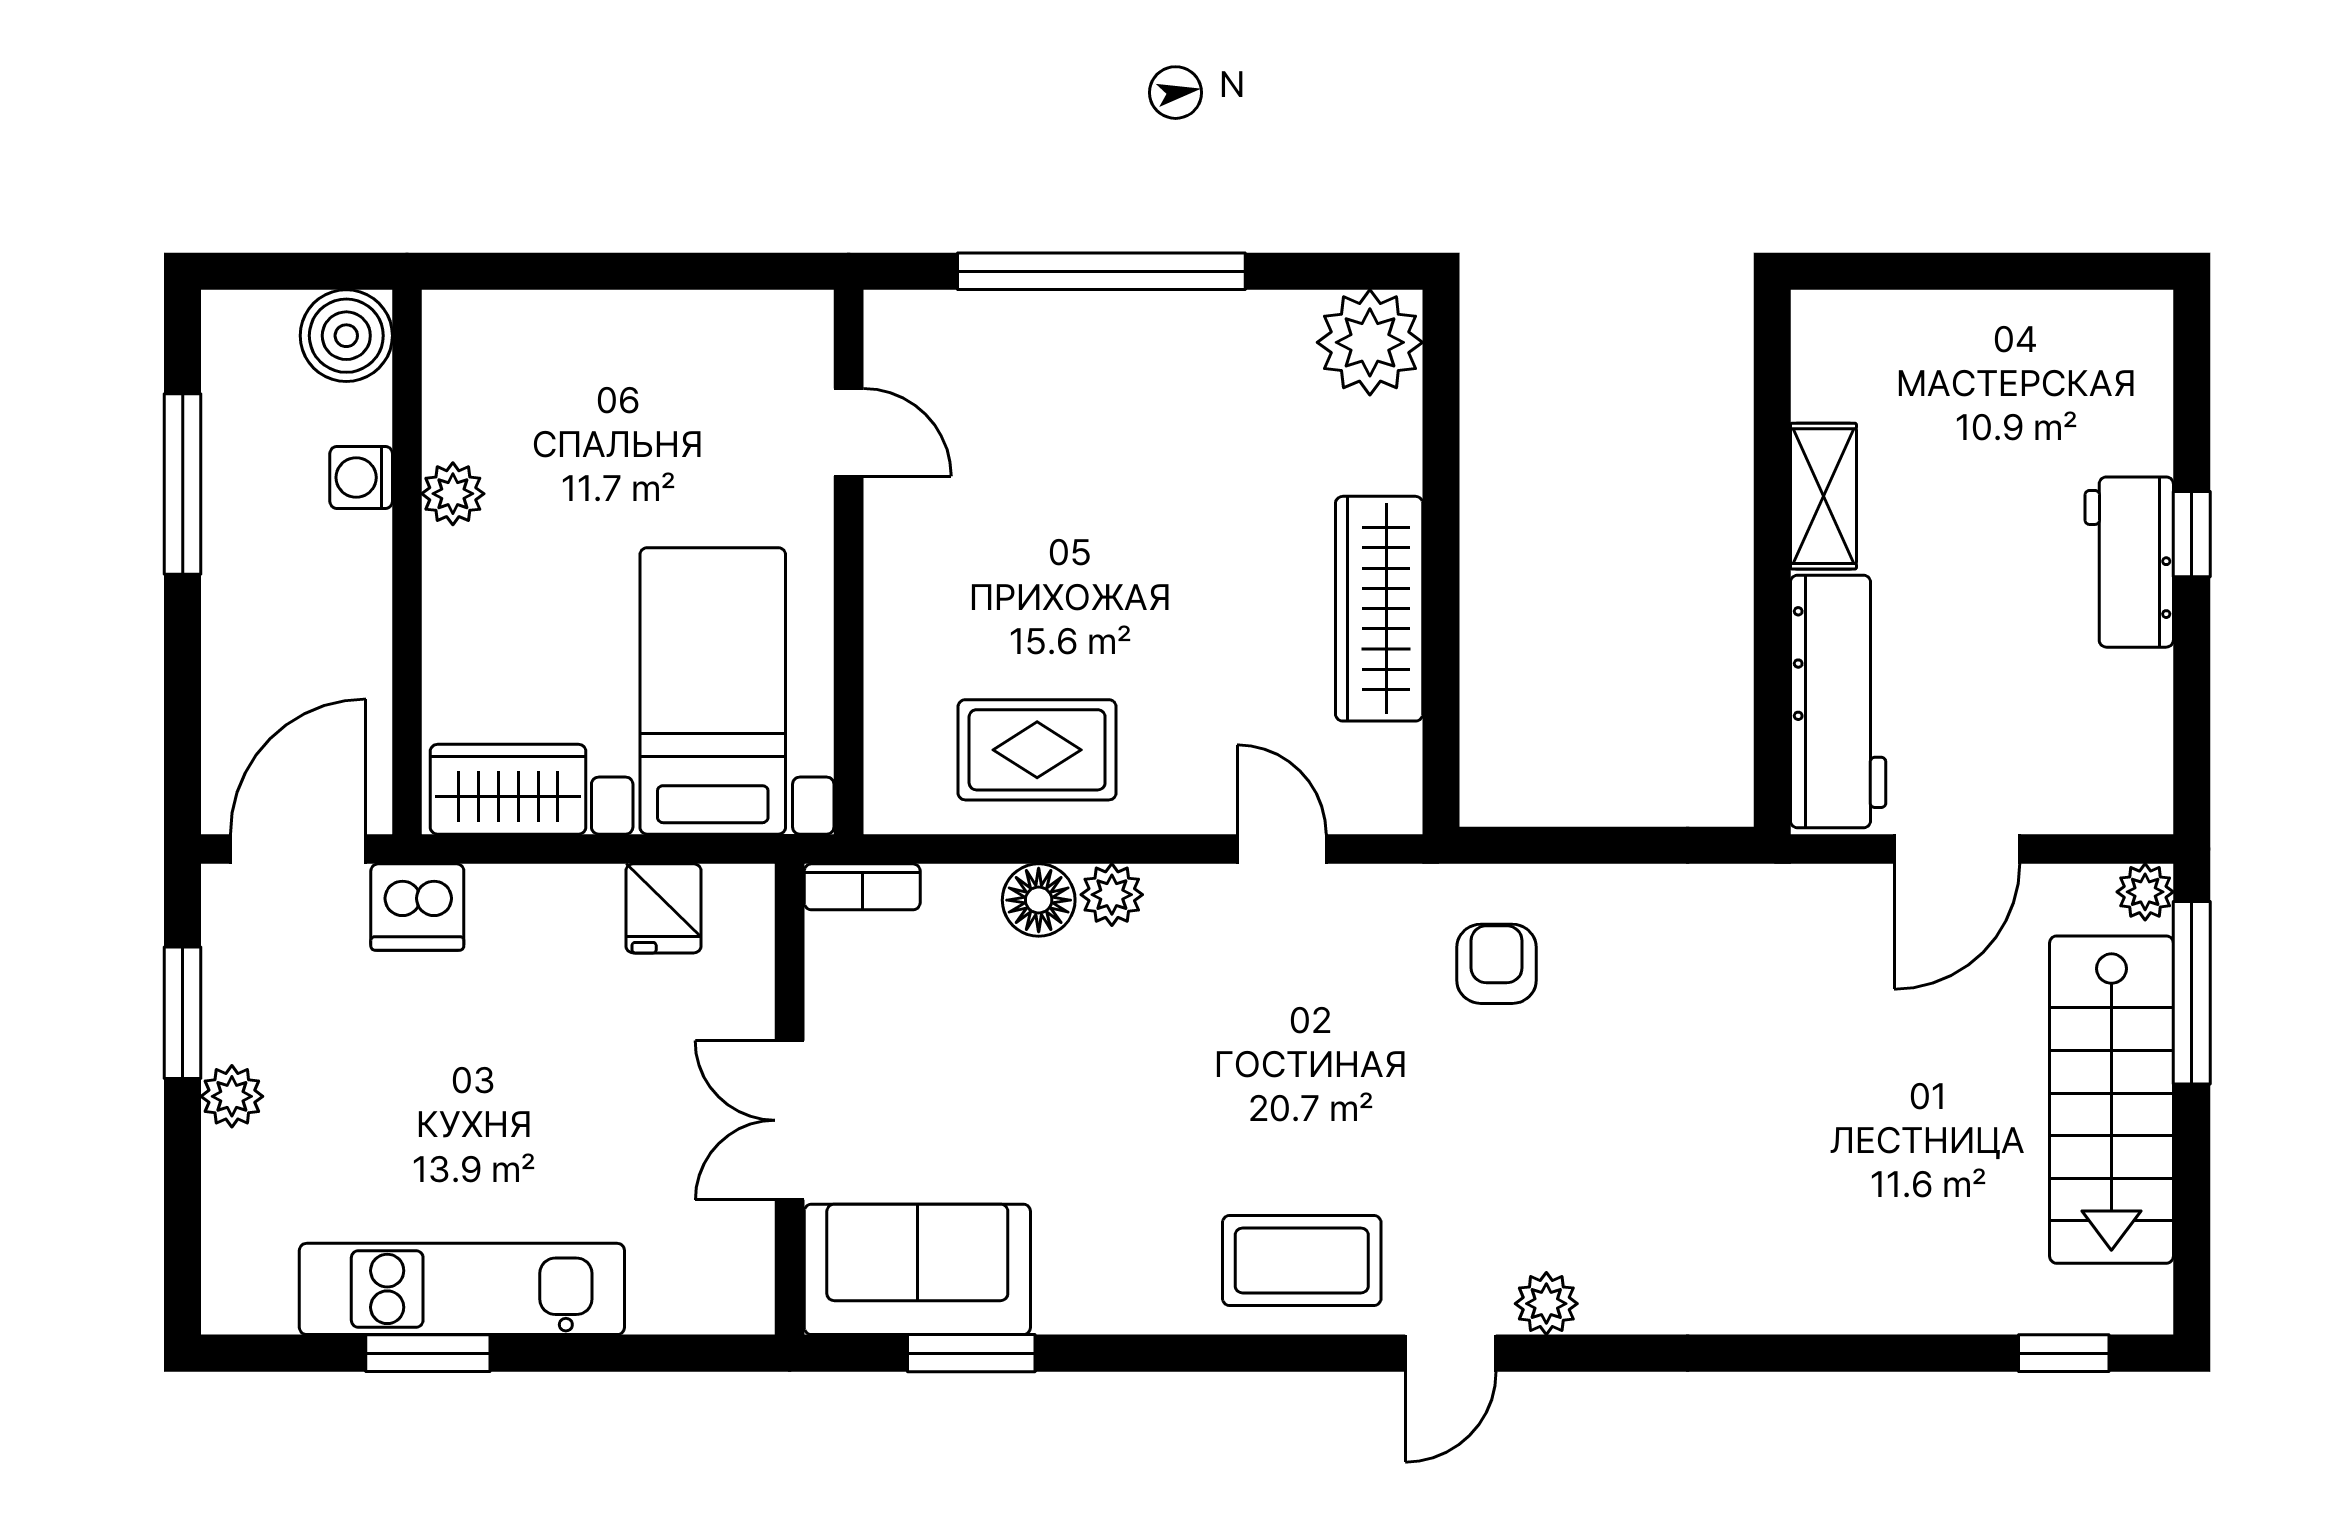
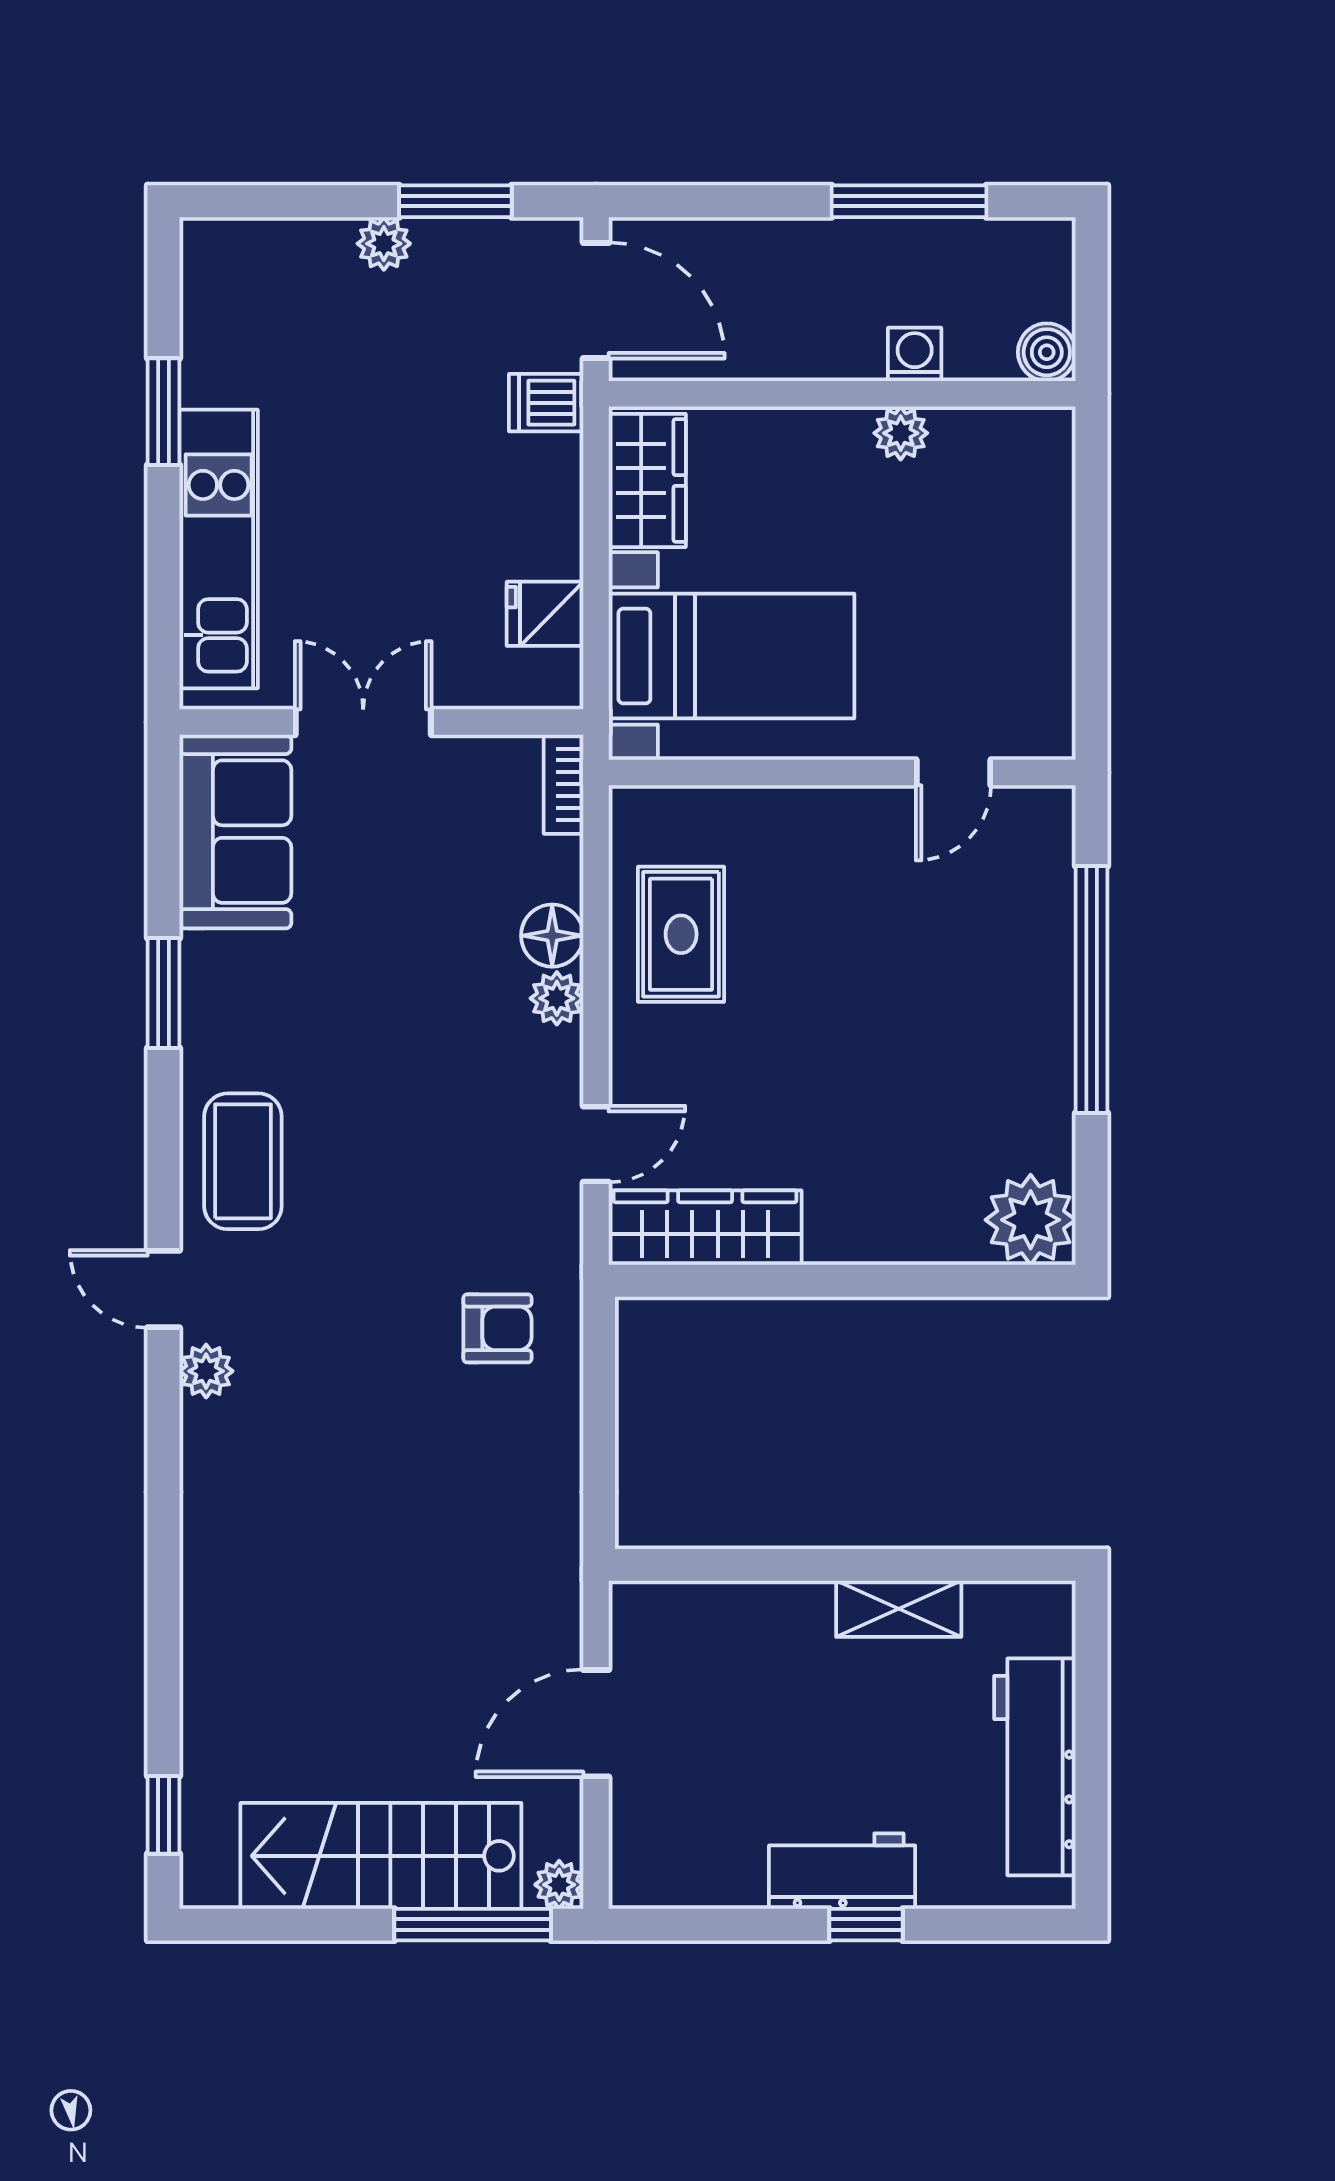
boiler: (346, 336) -> (1047, 352), width x0.73, depth x0.73
wardrobe: (1379, 609) -> (705, 1228), moved
workbench: (1838, 701) -> (1035, 1767), moved, turned 90
door: (1957, 849) -> (596, 1723), hinge flipped
dishwasher: (417, 907) -> (546, 403), width x0.73
kitchen unit: (462, 1289) -> (219, 549), moved
window: (971, 1353) -> (164, 993), moved

